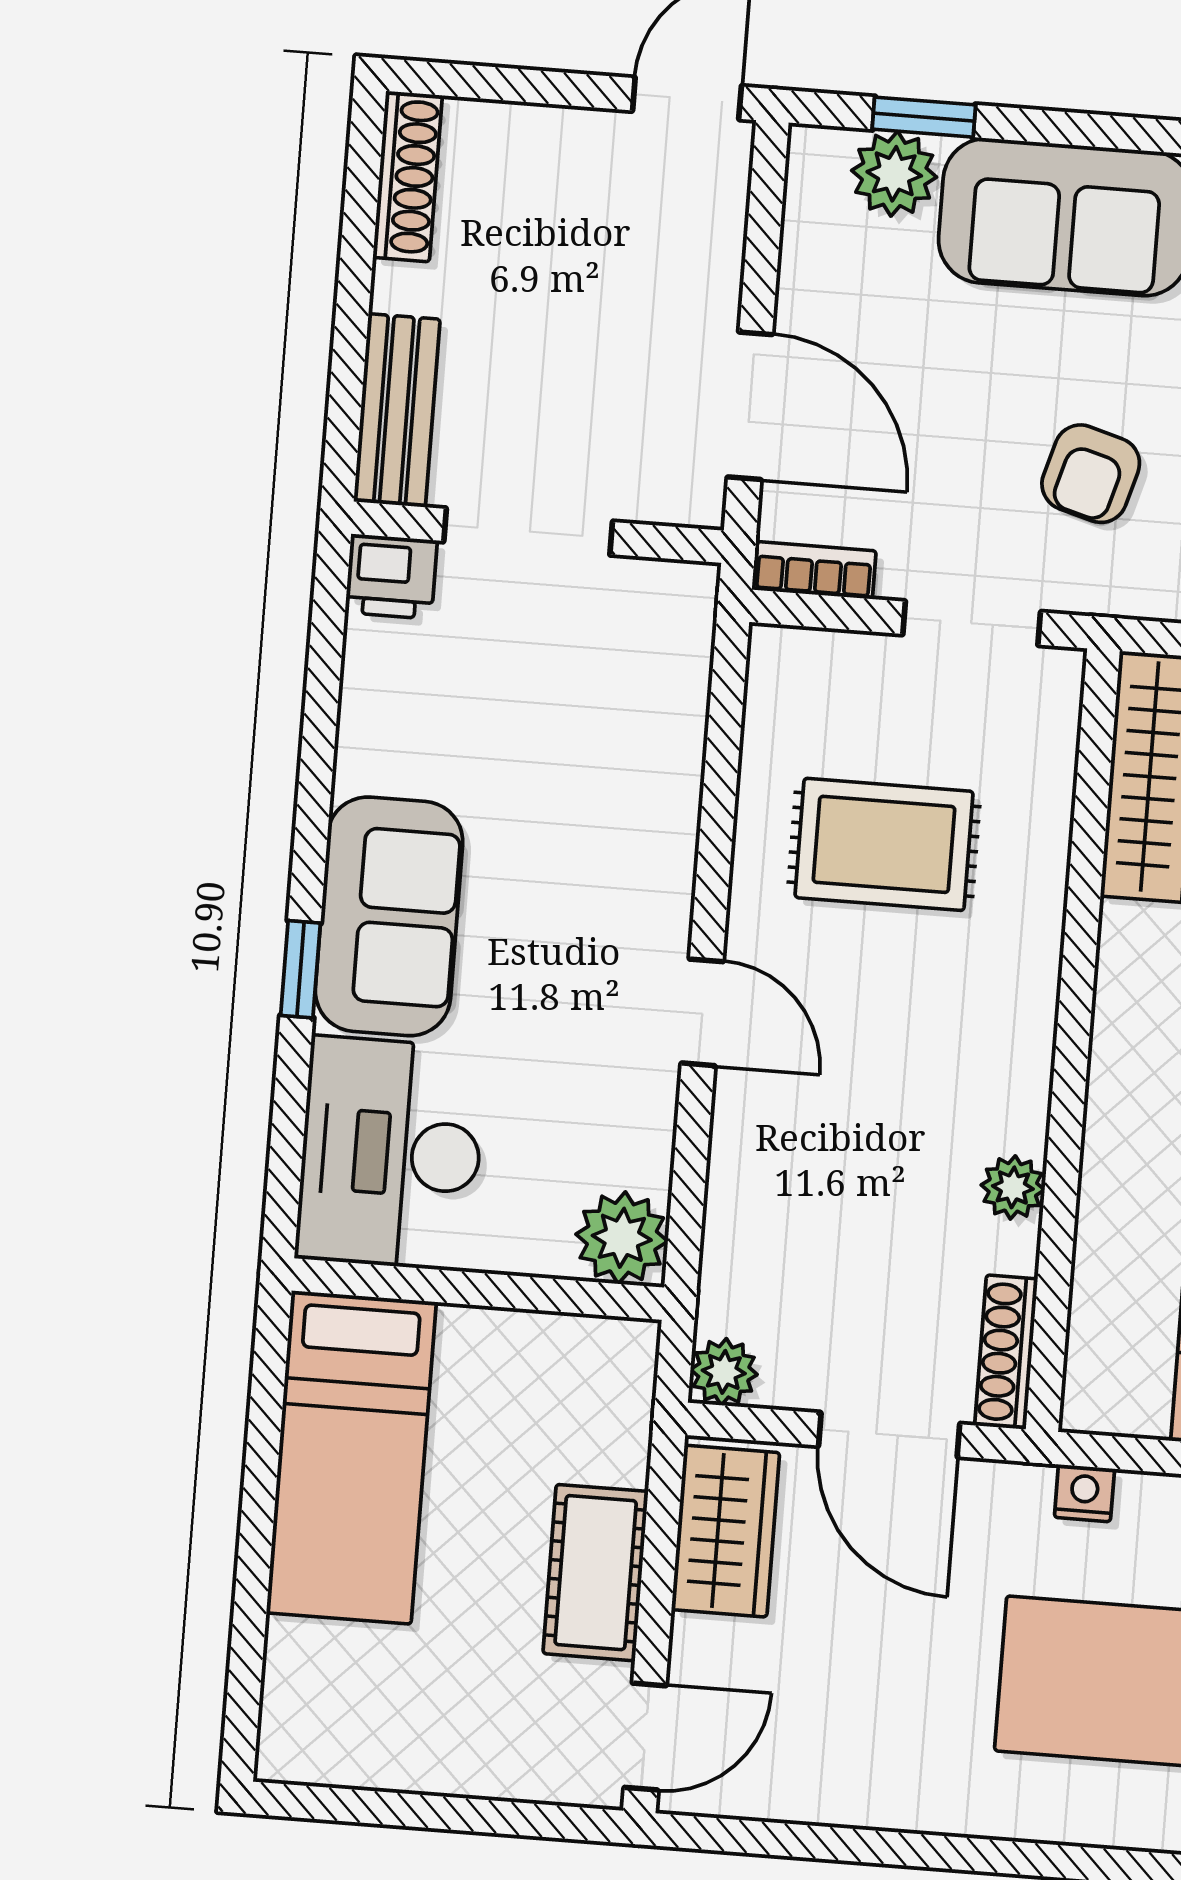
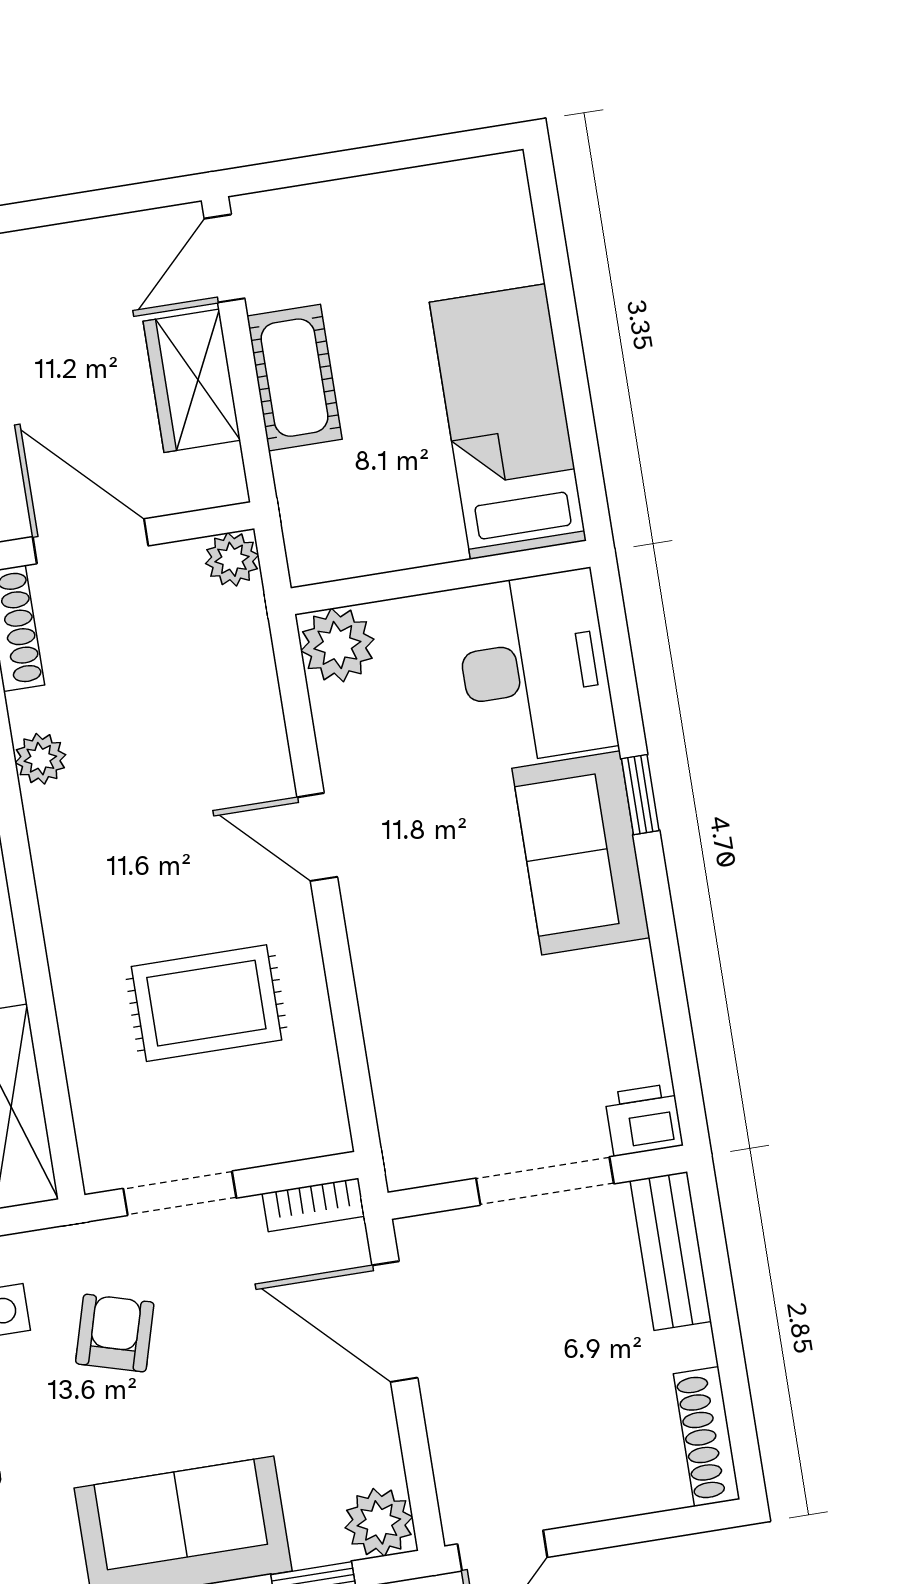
plant: (894, 174) -> (379, 1522), moved
wardrobe: (726, 1531) -> (192, 381), moved

